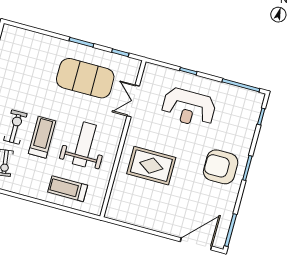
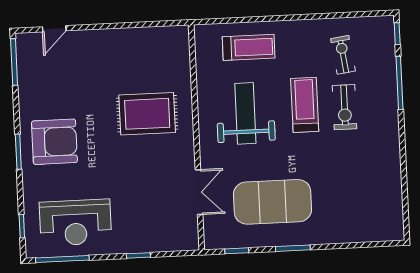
reception desk: (189, 108) -> (75, 223), moved, turned 180
treadmill: (42, 137) -> (305, 105), turned 180
weight bench: (84, 144) -> (245, 113), turned 180
door: (196, 244) -> (54, 29), width x0.53

